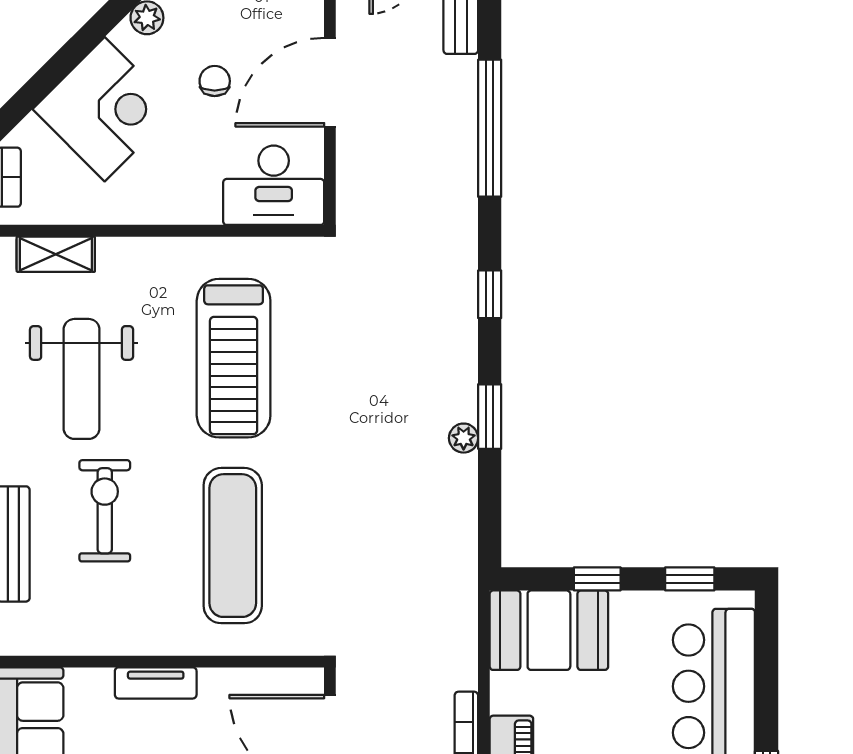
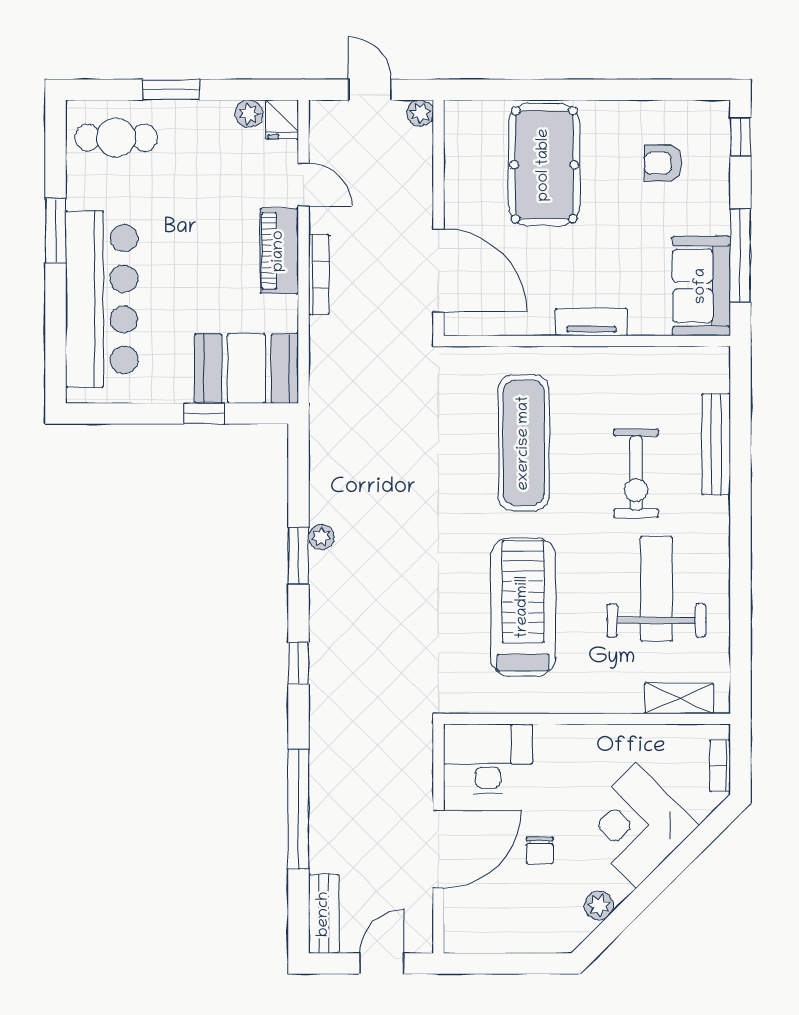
window: (690, 579) -> (123, 414), removed

